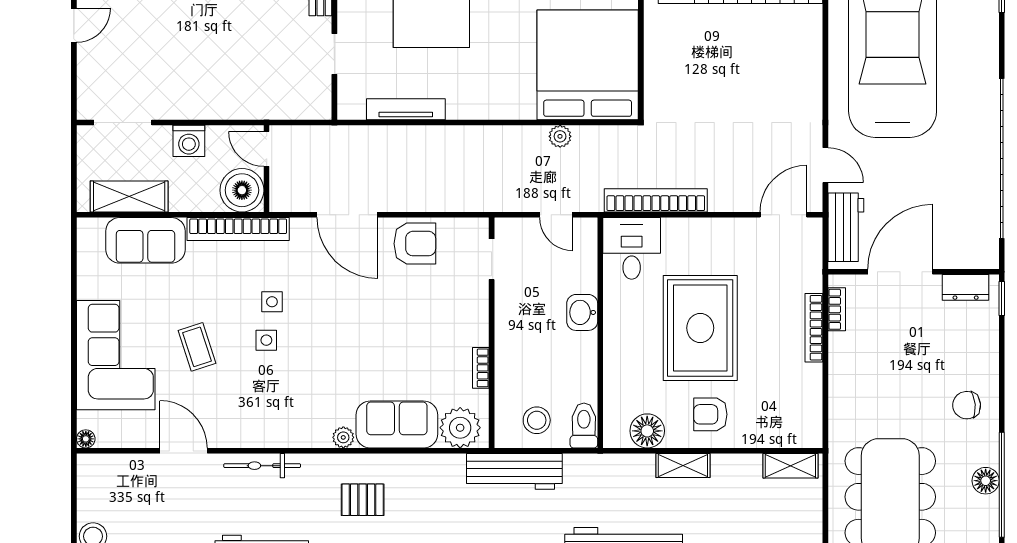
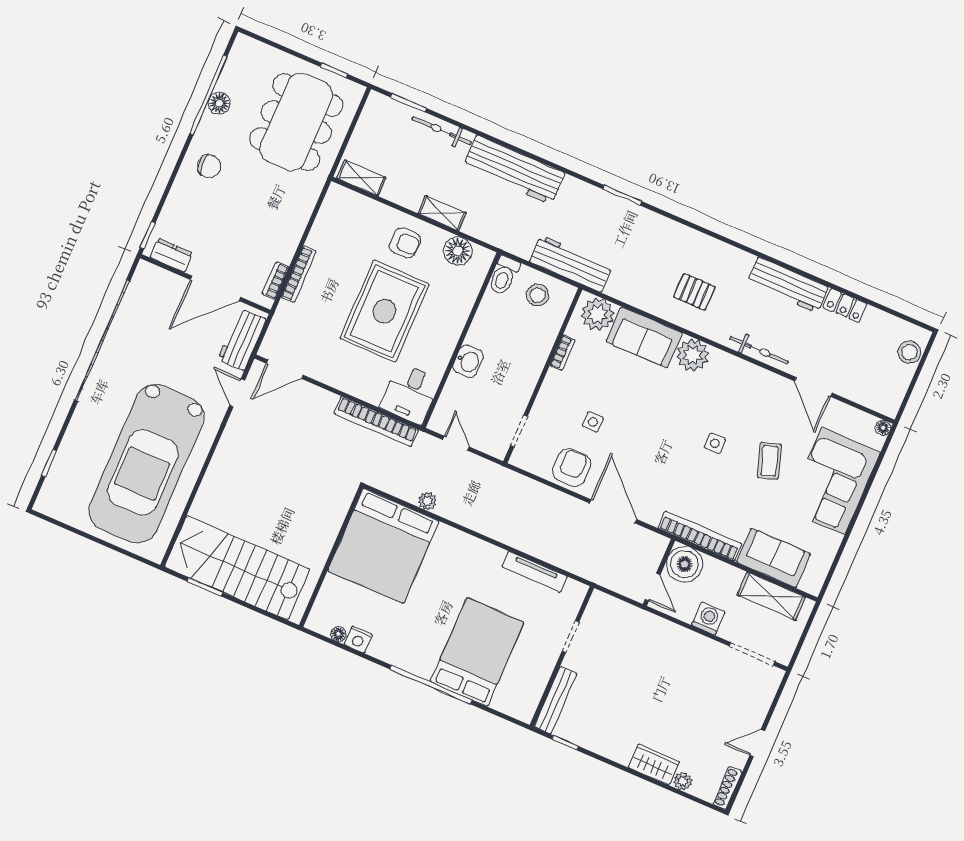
armchair: (415, 244) -> (572, 468), turned 90
side table: (272, 302) -> (593, 422), moved
plant: (343, 437) -> (693, 355), width x1.88, depth x1.88

